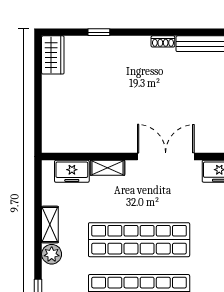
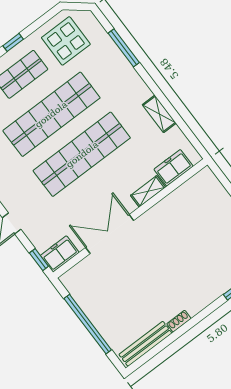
double door: (166, 157) -> (110, 234), swing flipped
plant: (52, 254) -> (141, 92), removed

